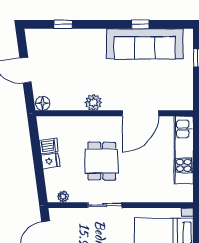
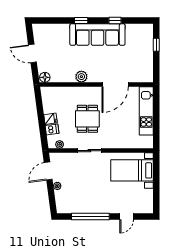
window: (63, 24) -> (81, 21), moved
sofa: (145, 44) -> (97, 35), moved
dishwasher: (49, 146) -> (52, 129), moved

